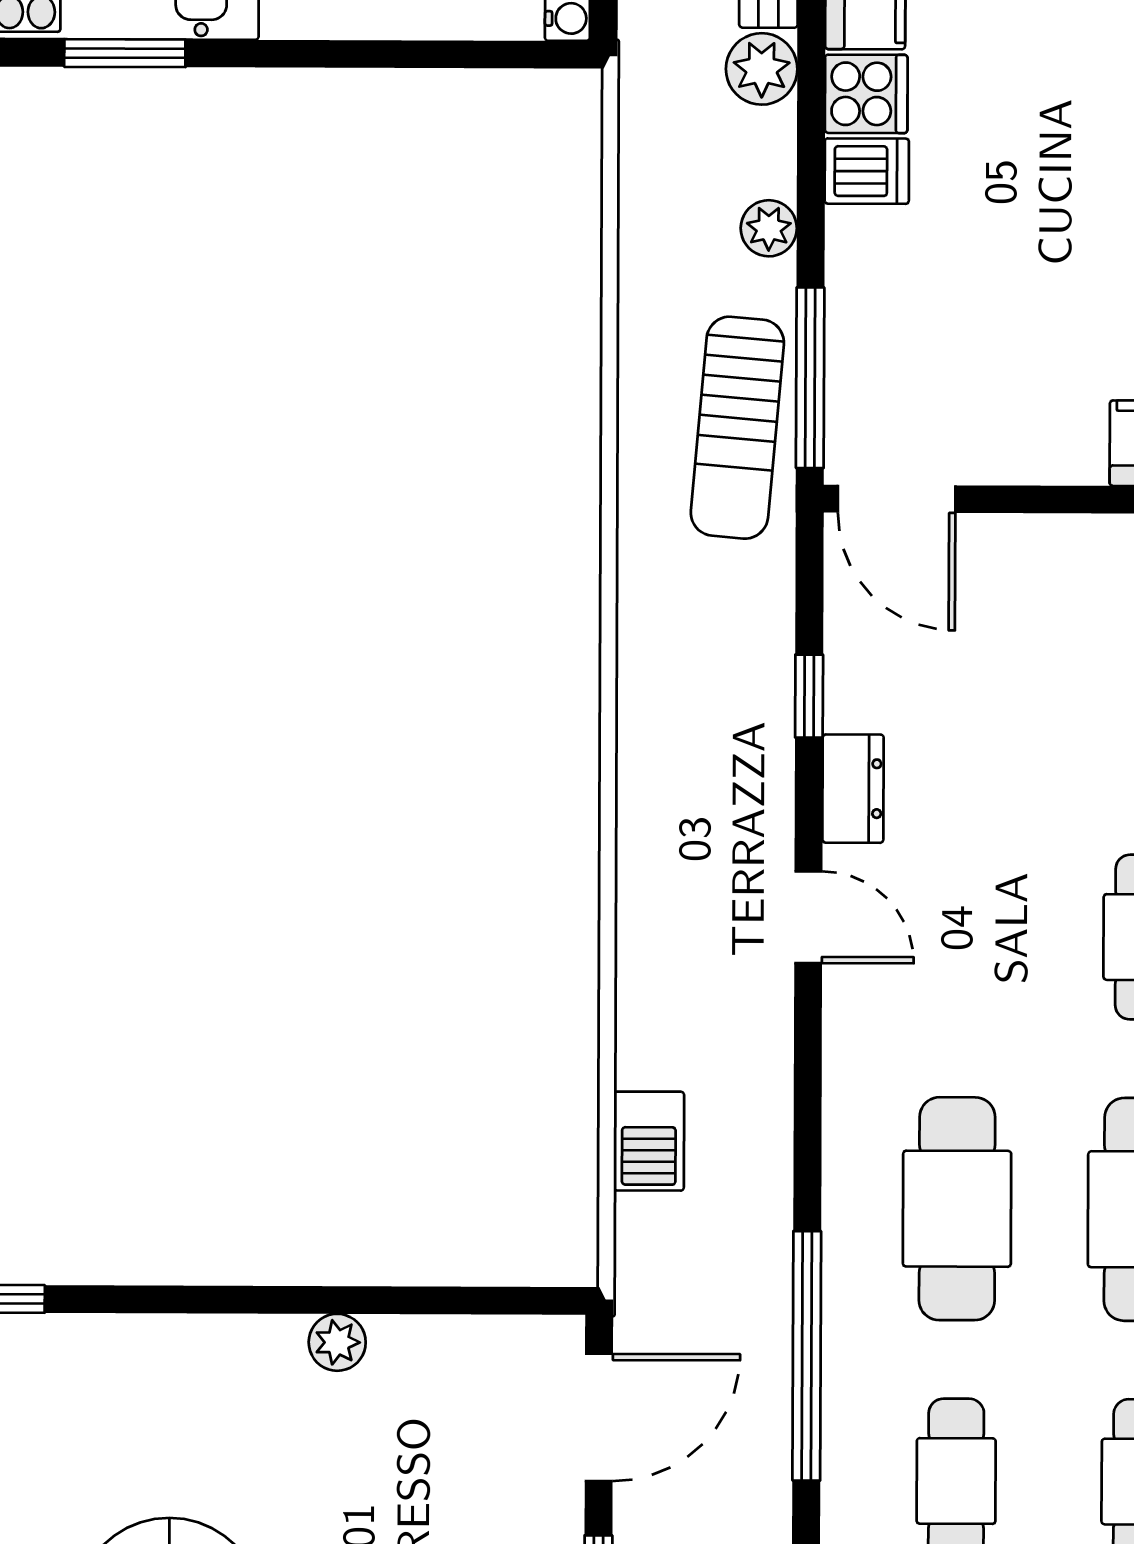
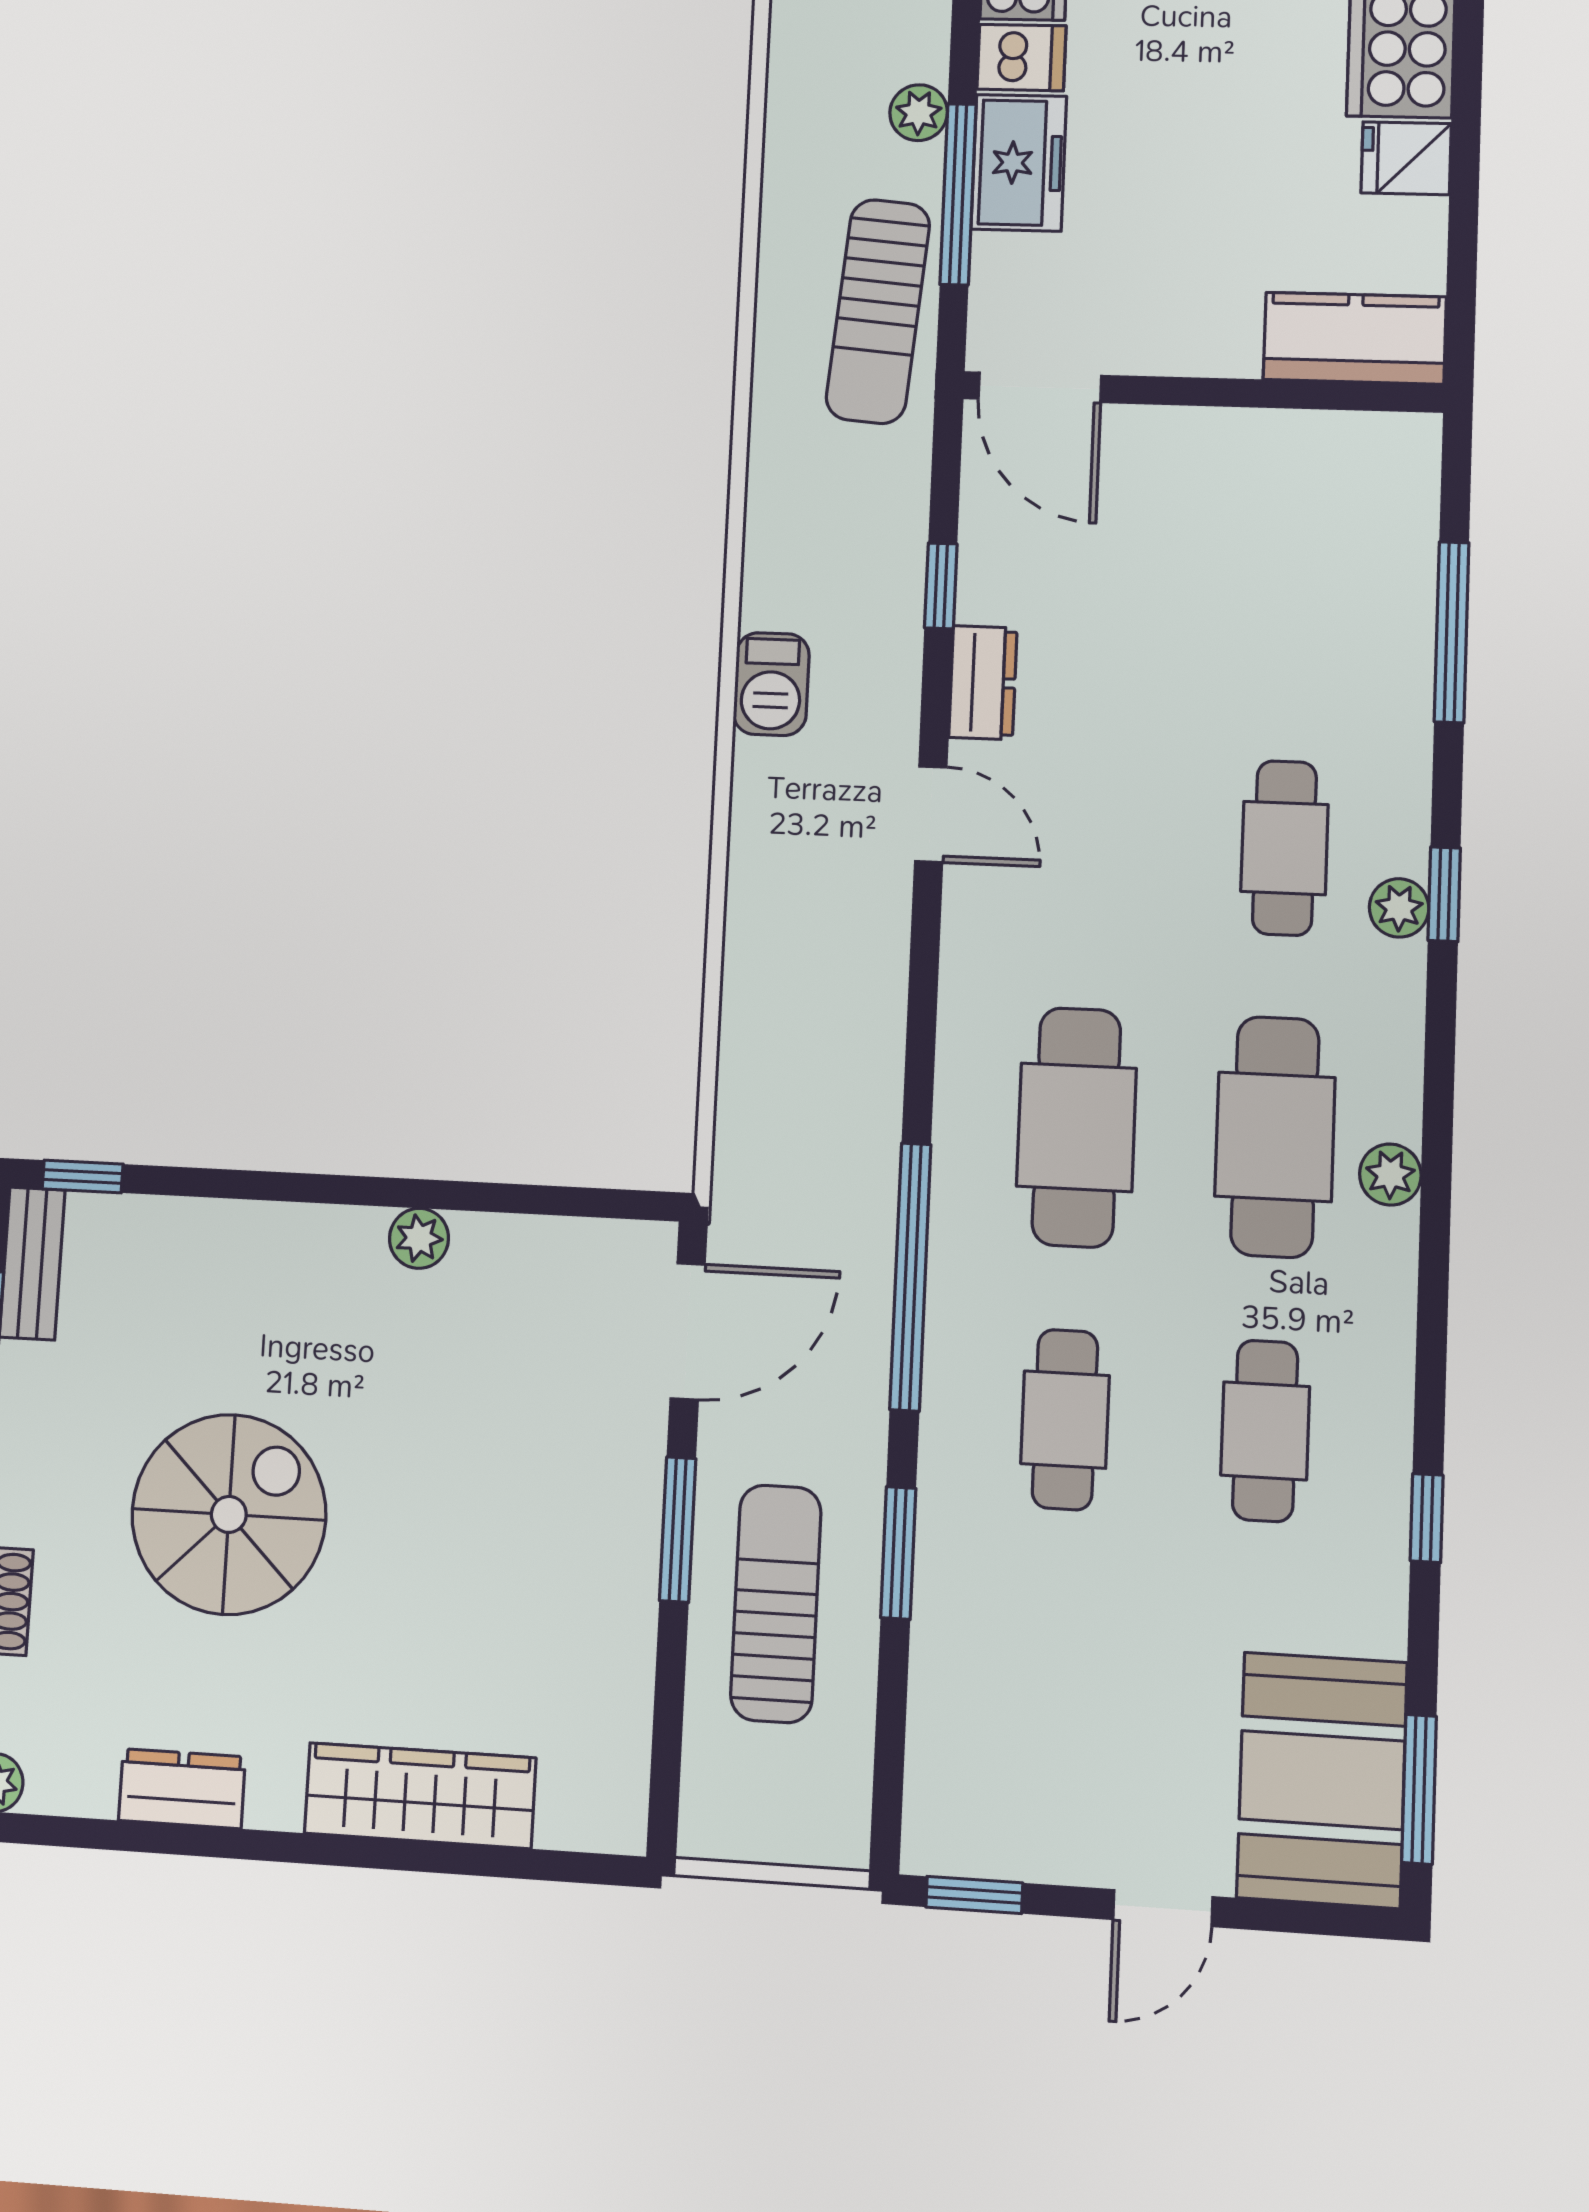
freezer: (868, 277) -> (1019, 163), added
window: (810, 378) -> (958, 194), moved
barbecue: (649, 1141) -> (771, 684), moved

